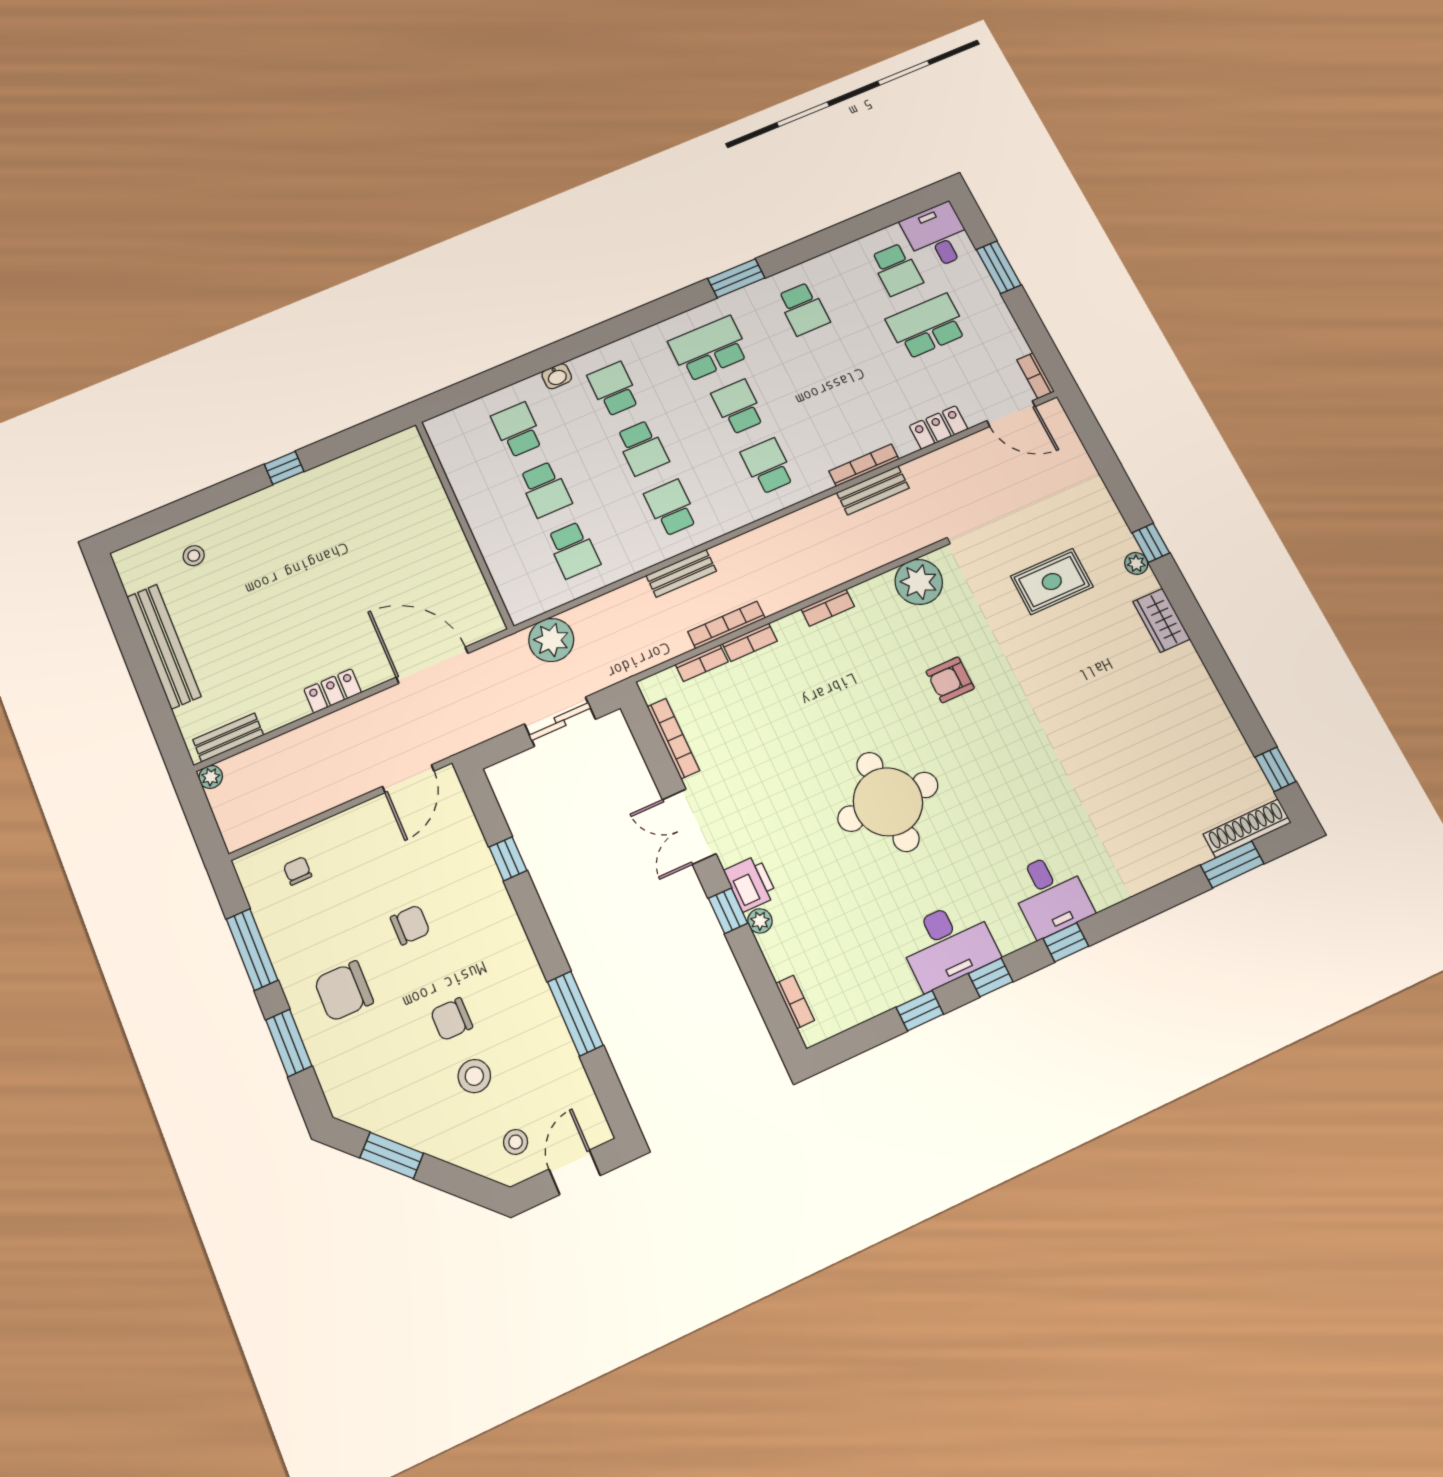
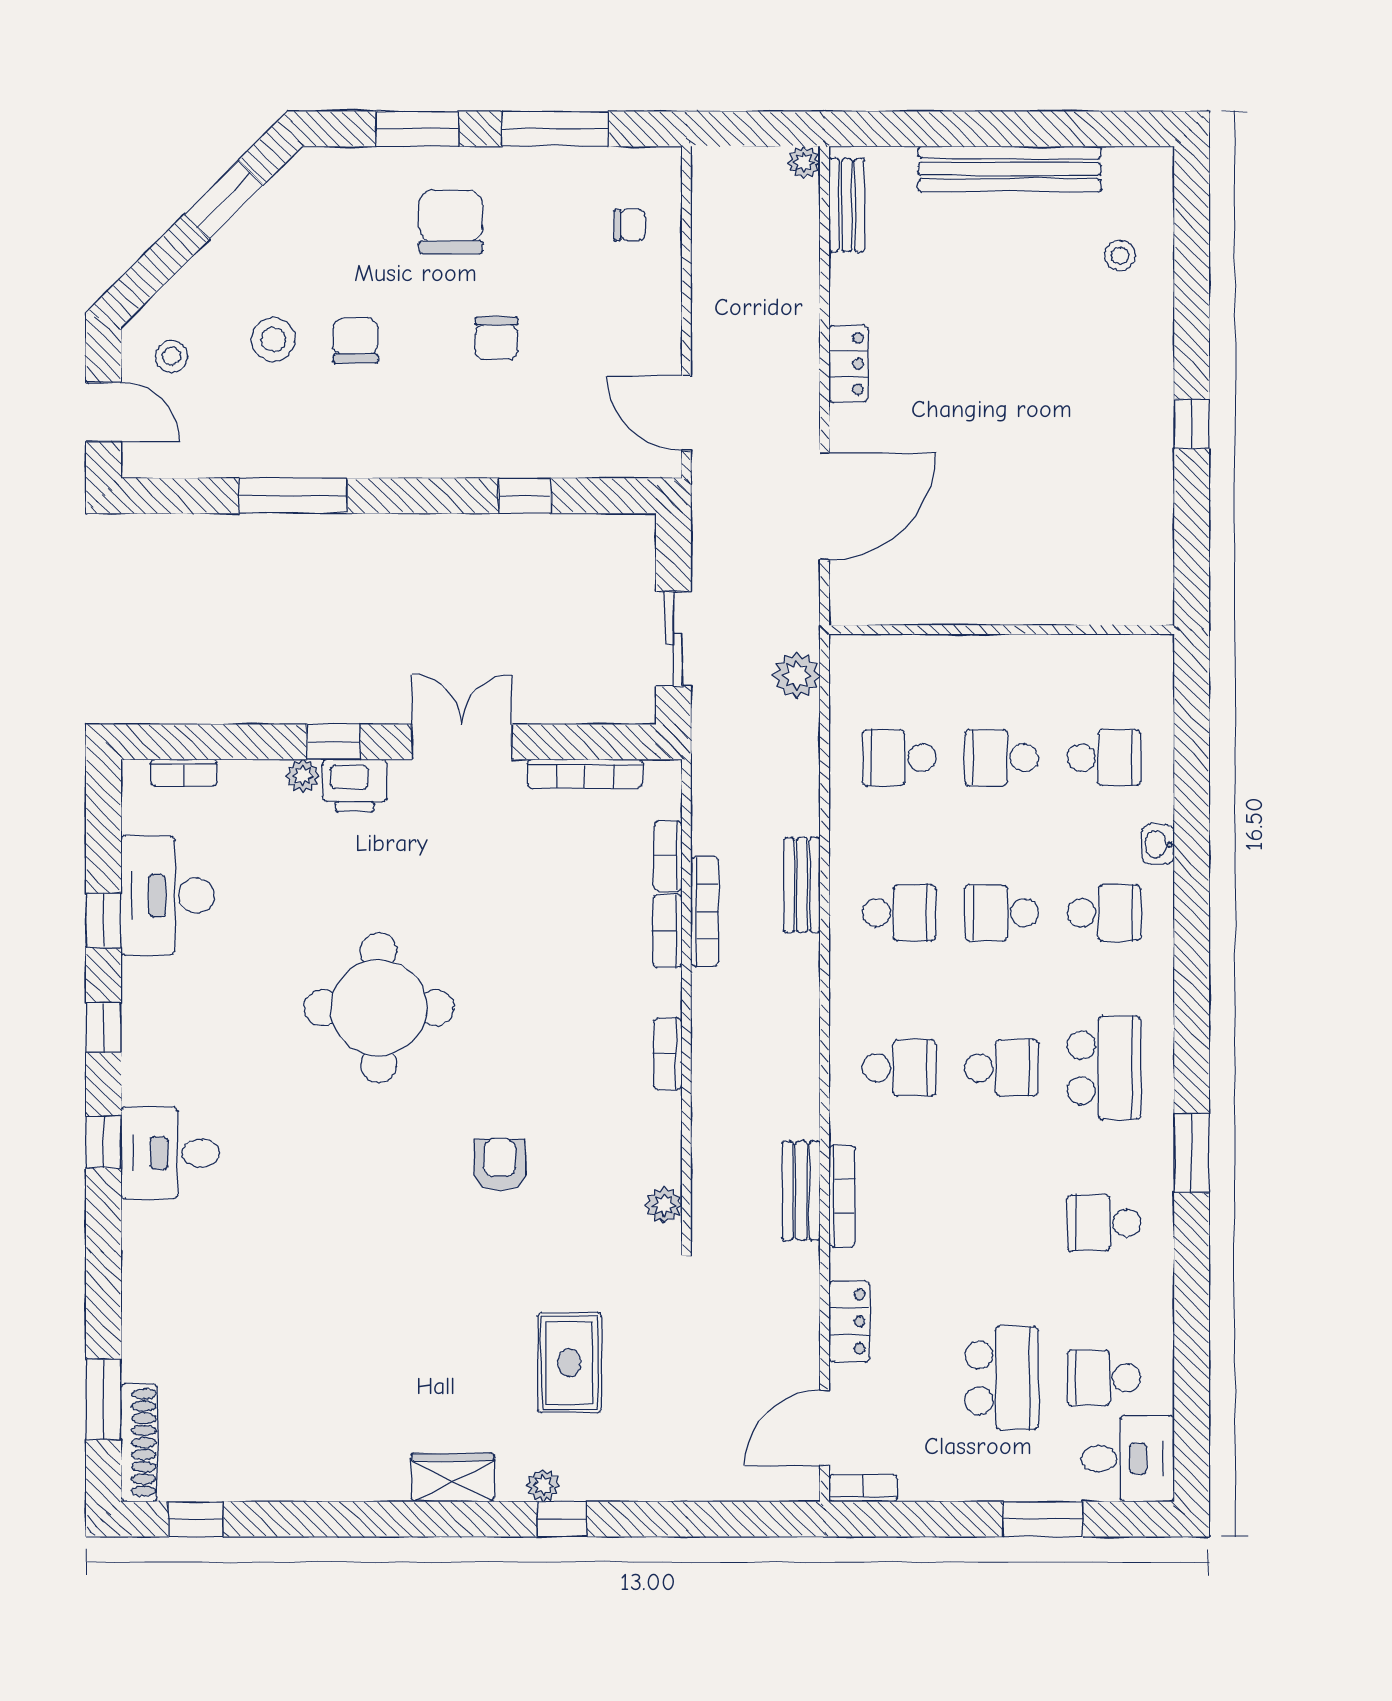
plant: (919, 582) -> (664, 1205), width x0.53, depth x0.53
plant: (551, 640) -> (797, 675), width x0.73, depth x0.73
desk: (948, 944) -> (167, 896), moved

